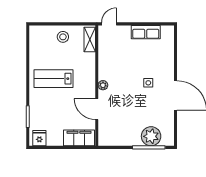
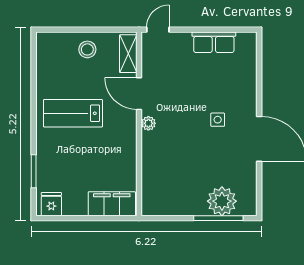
door: (97, 109) -> (139, 94), moved

